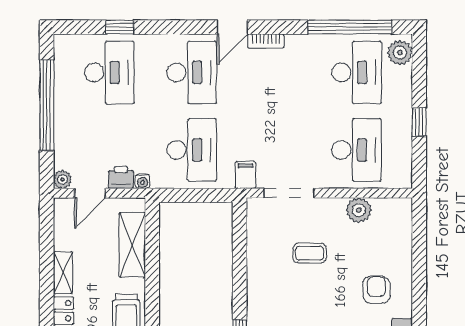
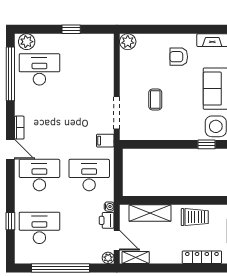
desk: (357, 150) -> (89, 69), removed
plant: (359, 210) -> (128, 42), moved
shelving: (63, 273) -> (136, 258), moved

